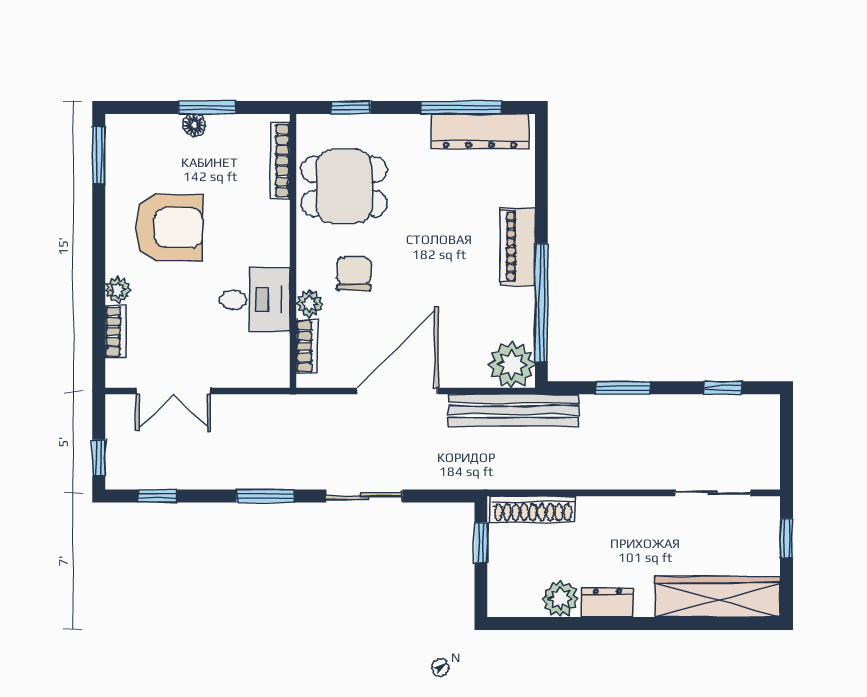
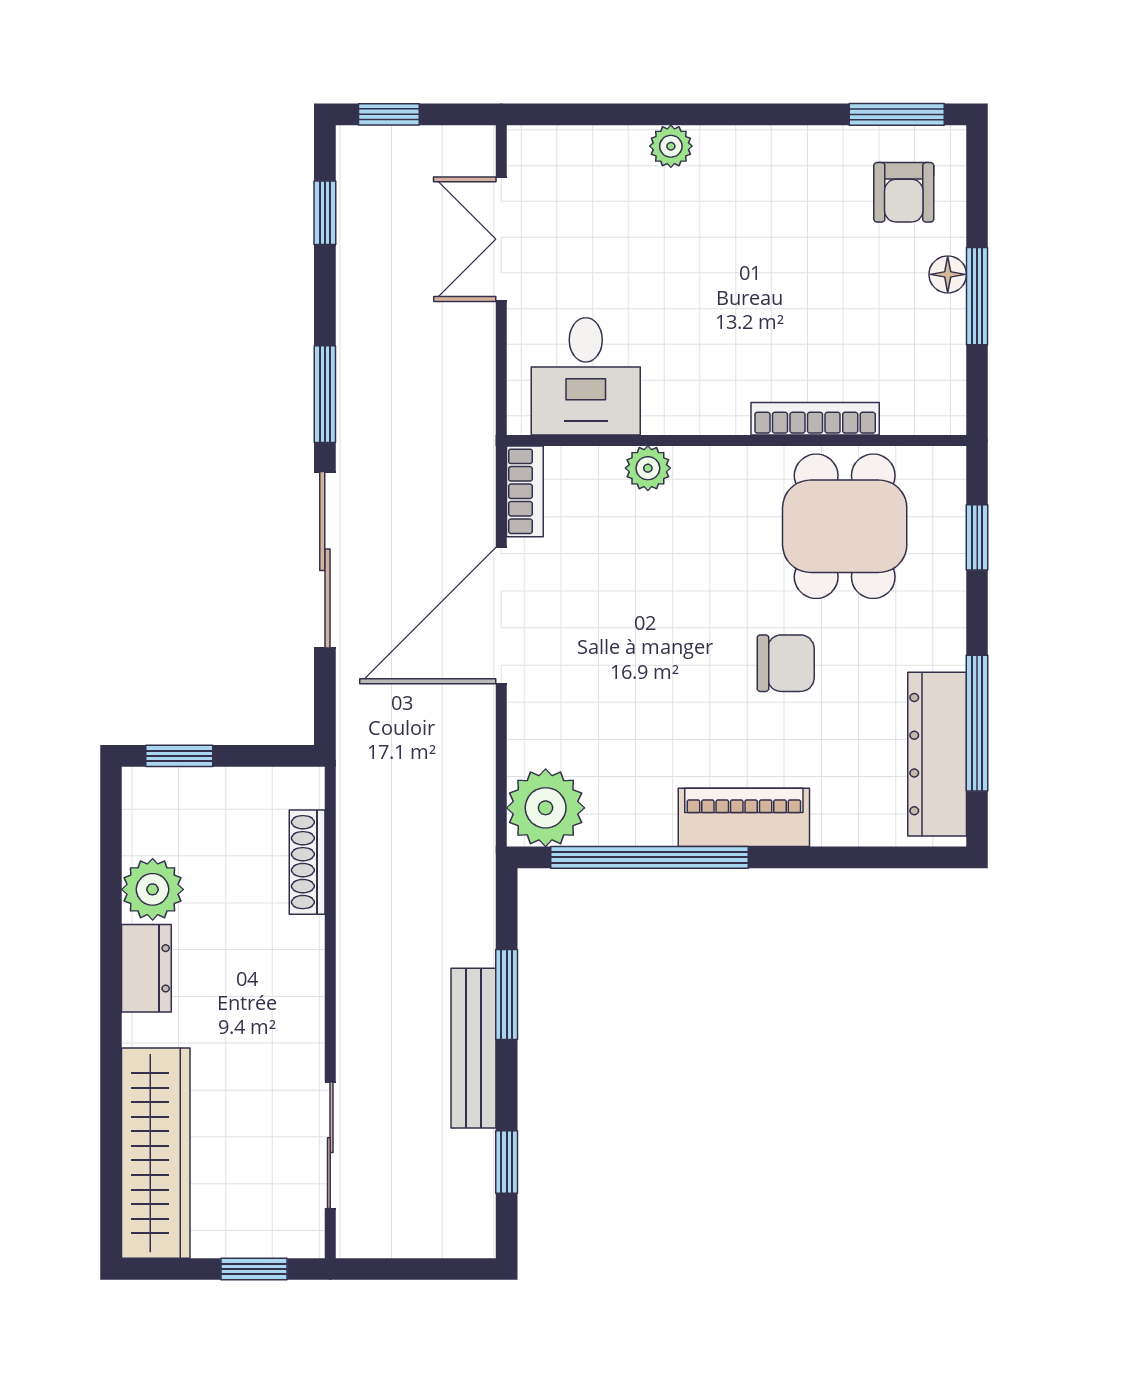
bookcase: (280, 161) -> (815, 419), moved
armchair: (169, 228) -> (904, 192), moved, width x0.53, depth x0.53
chair: (354, 274) -> (786, 663), moved
desk: (255, 300) -> (586, 376), moved
bookcase: (116, 332) -> (601, 143), removed
bookcase: (307, 347) -> (525, 491), moved, turned -90
door: (397, 391) -> (501, 616), swing flipped
bench: (513, 410) -> (474, 1048), moved, width x0.73, depth x0.82
sliding door: (364, 496) -> (325, 560), width x1.37
shoe rack: (533, 509) -> (307, 862), width x0.74, depth x0.81
window: (481, 542) -> (179, 756), moved

